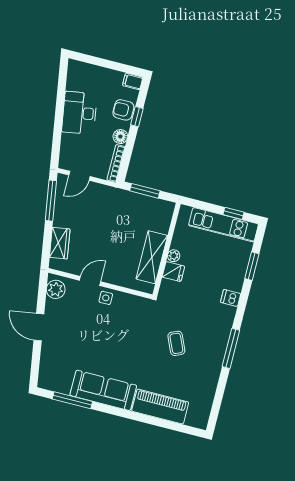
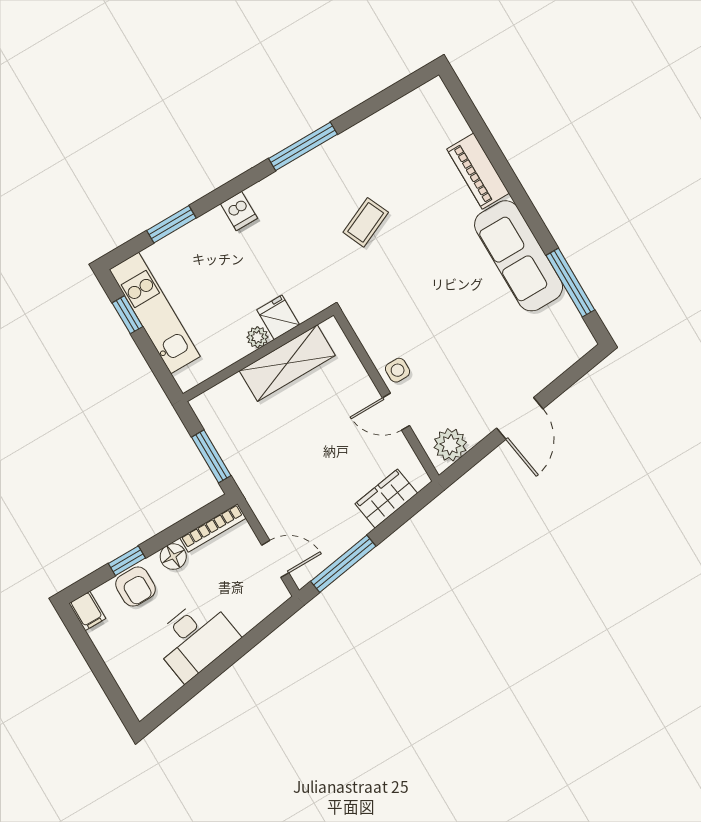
piano: (160, 407) -> (478, 171), width x0.73, depth x0.75

